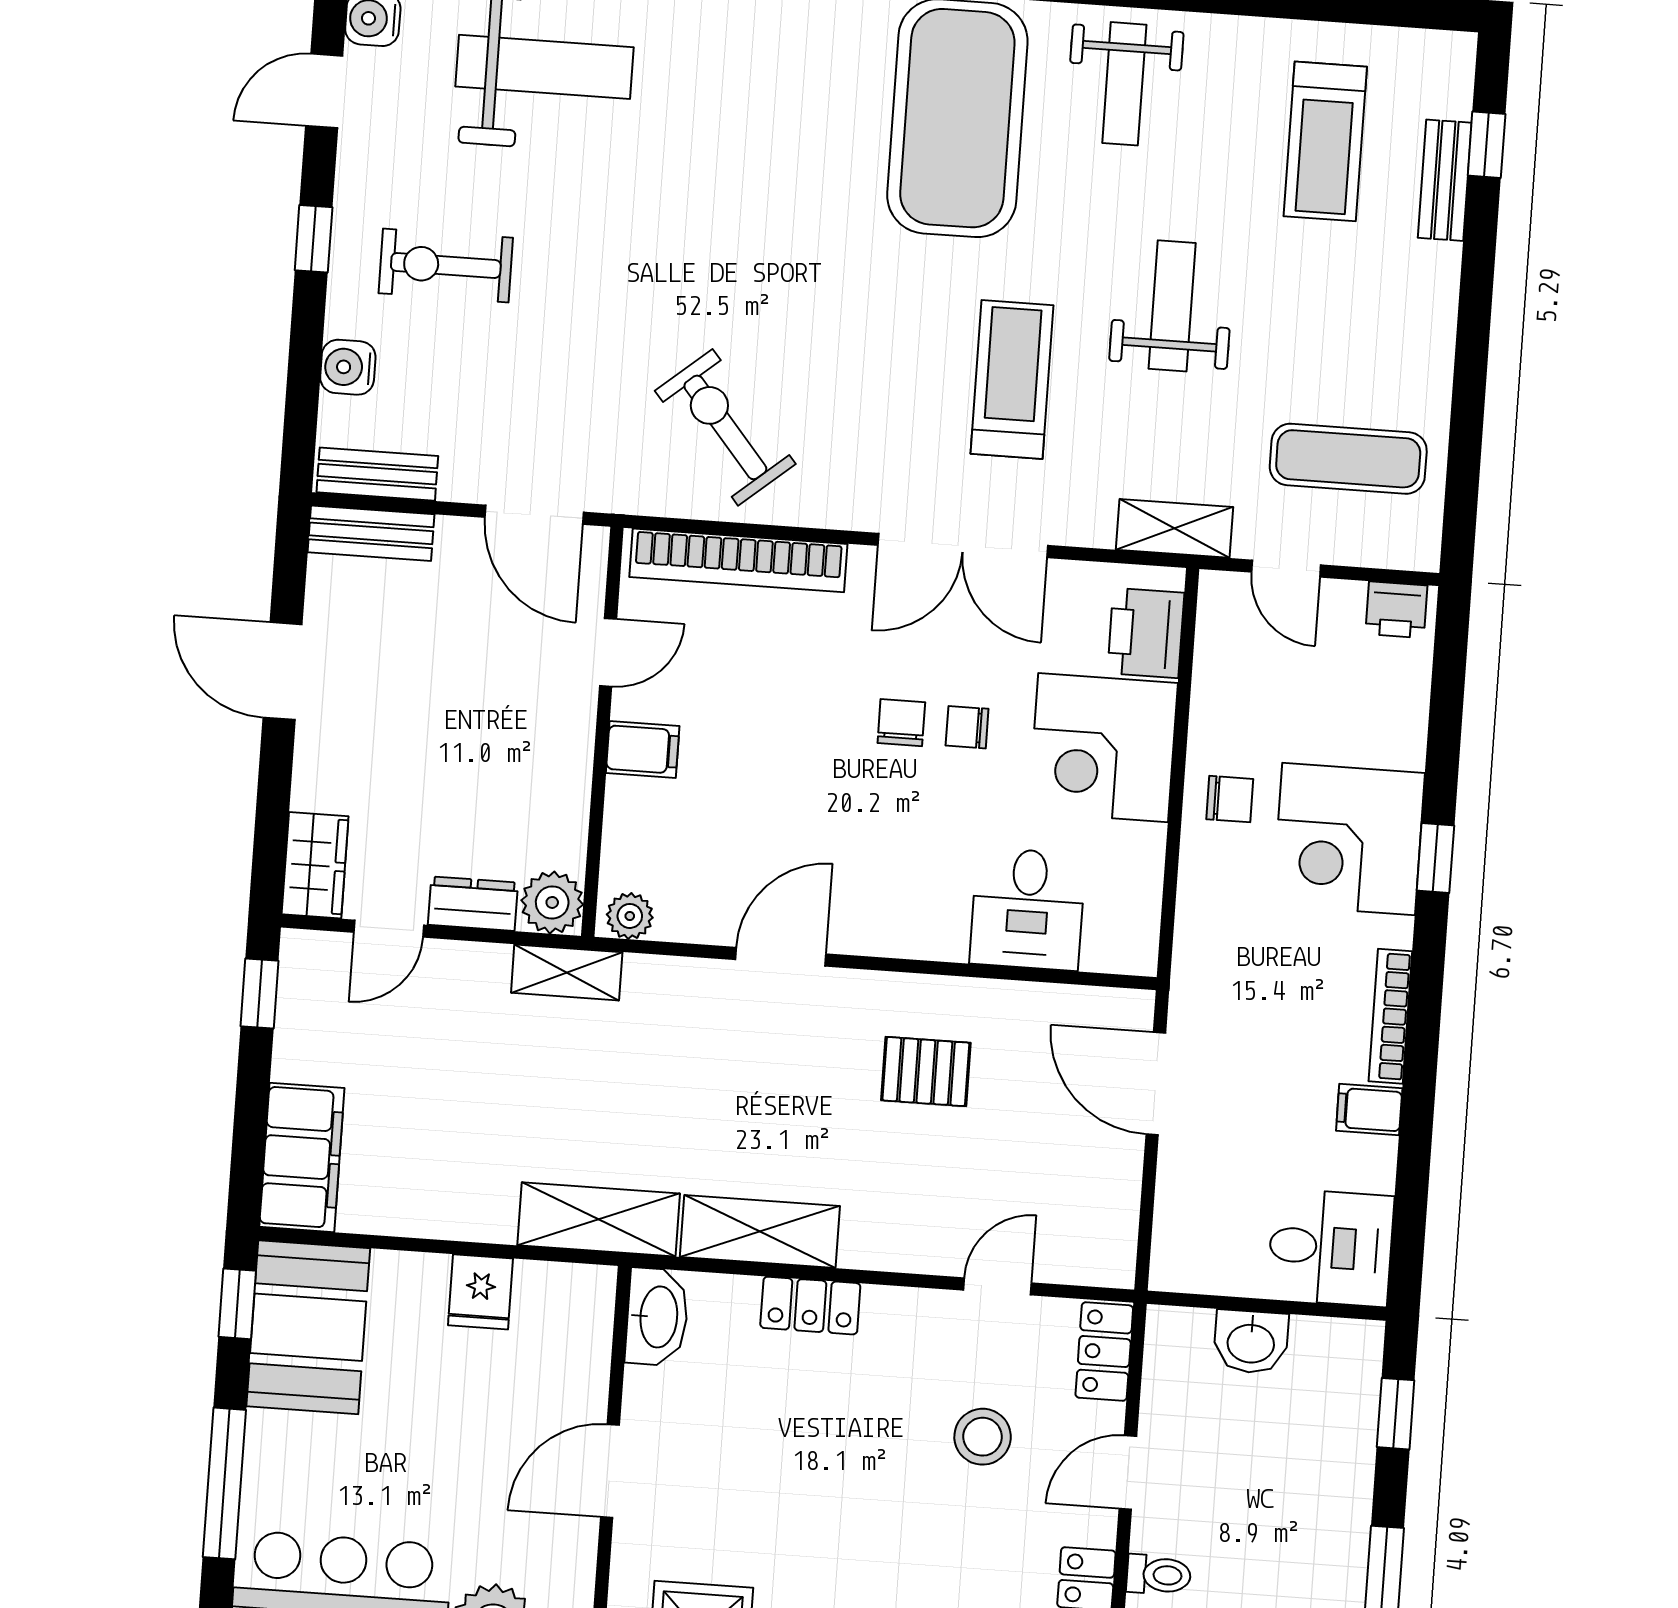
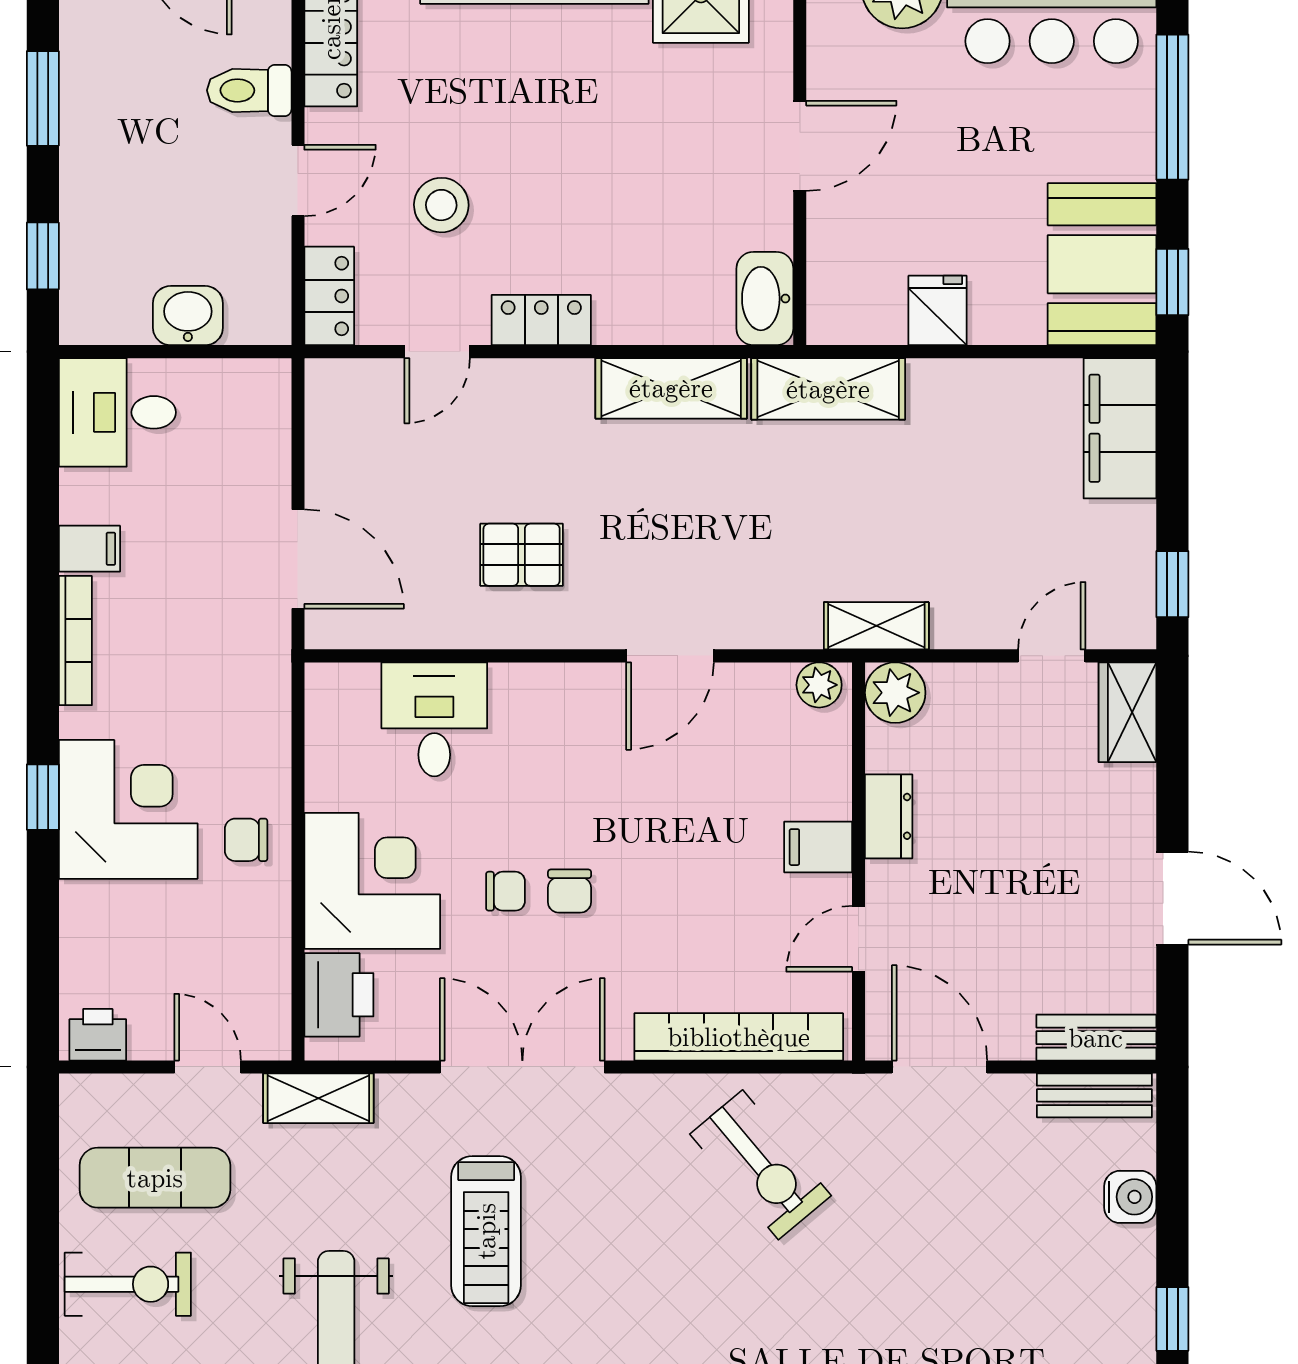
exercise bike: (446, 265) -> (128, 1284), moved
dresser: (473, 904) -> (889, 816), moved, turned -90
locker: (810, 1306) -> (541, 320), moved
toilet: (1159, 1575) -> (249, 90), width x1.37, depth x1.39

